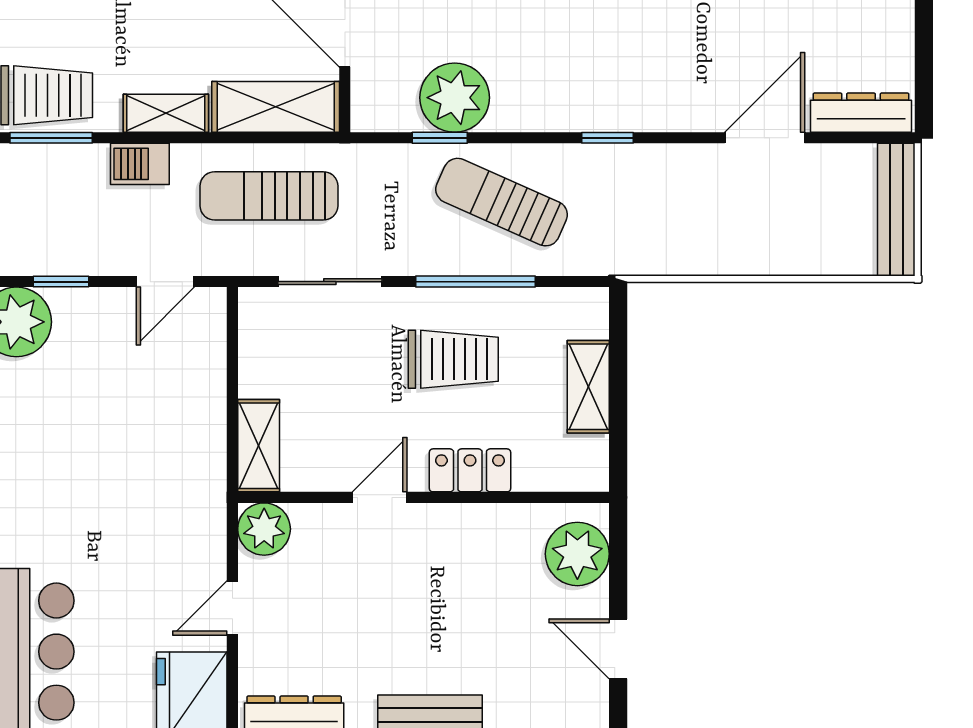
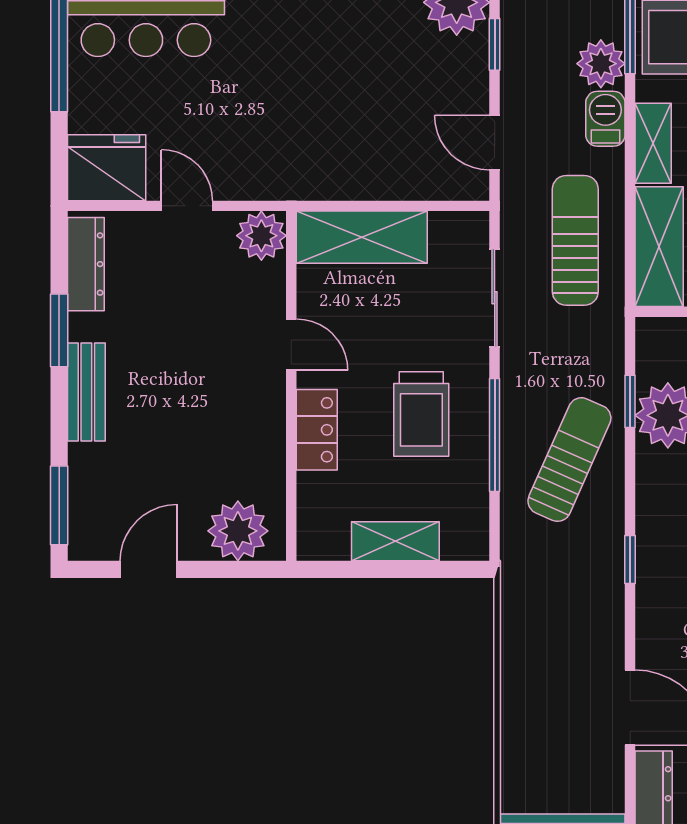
plant: (81, 169) -> (601, 64), added
shelving: (259, 446) -> (362, 237), width x1.50, depth x1.33

